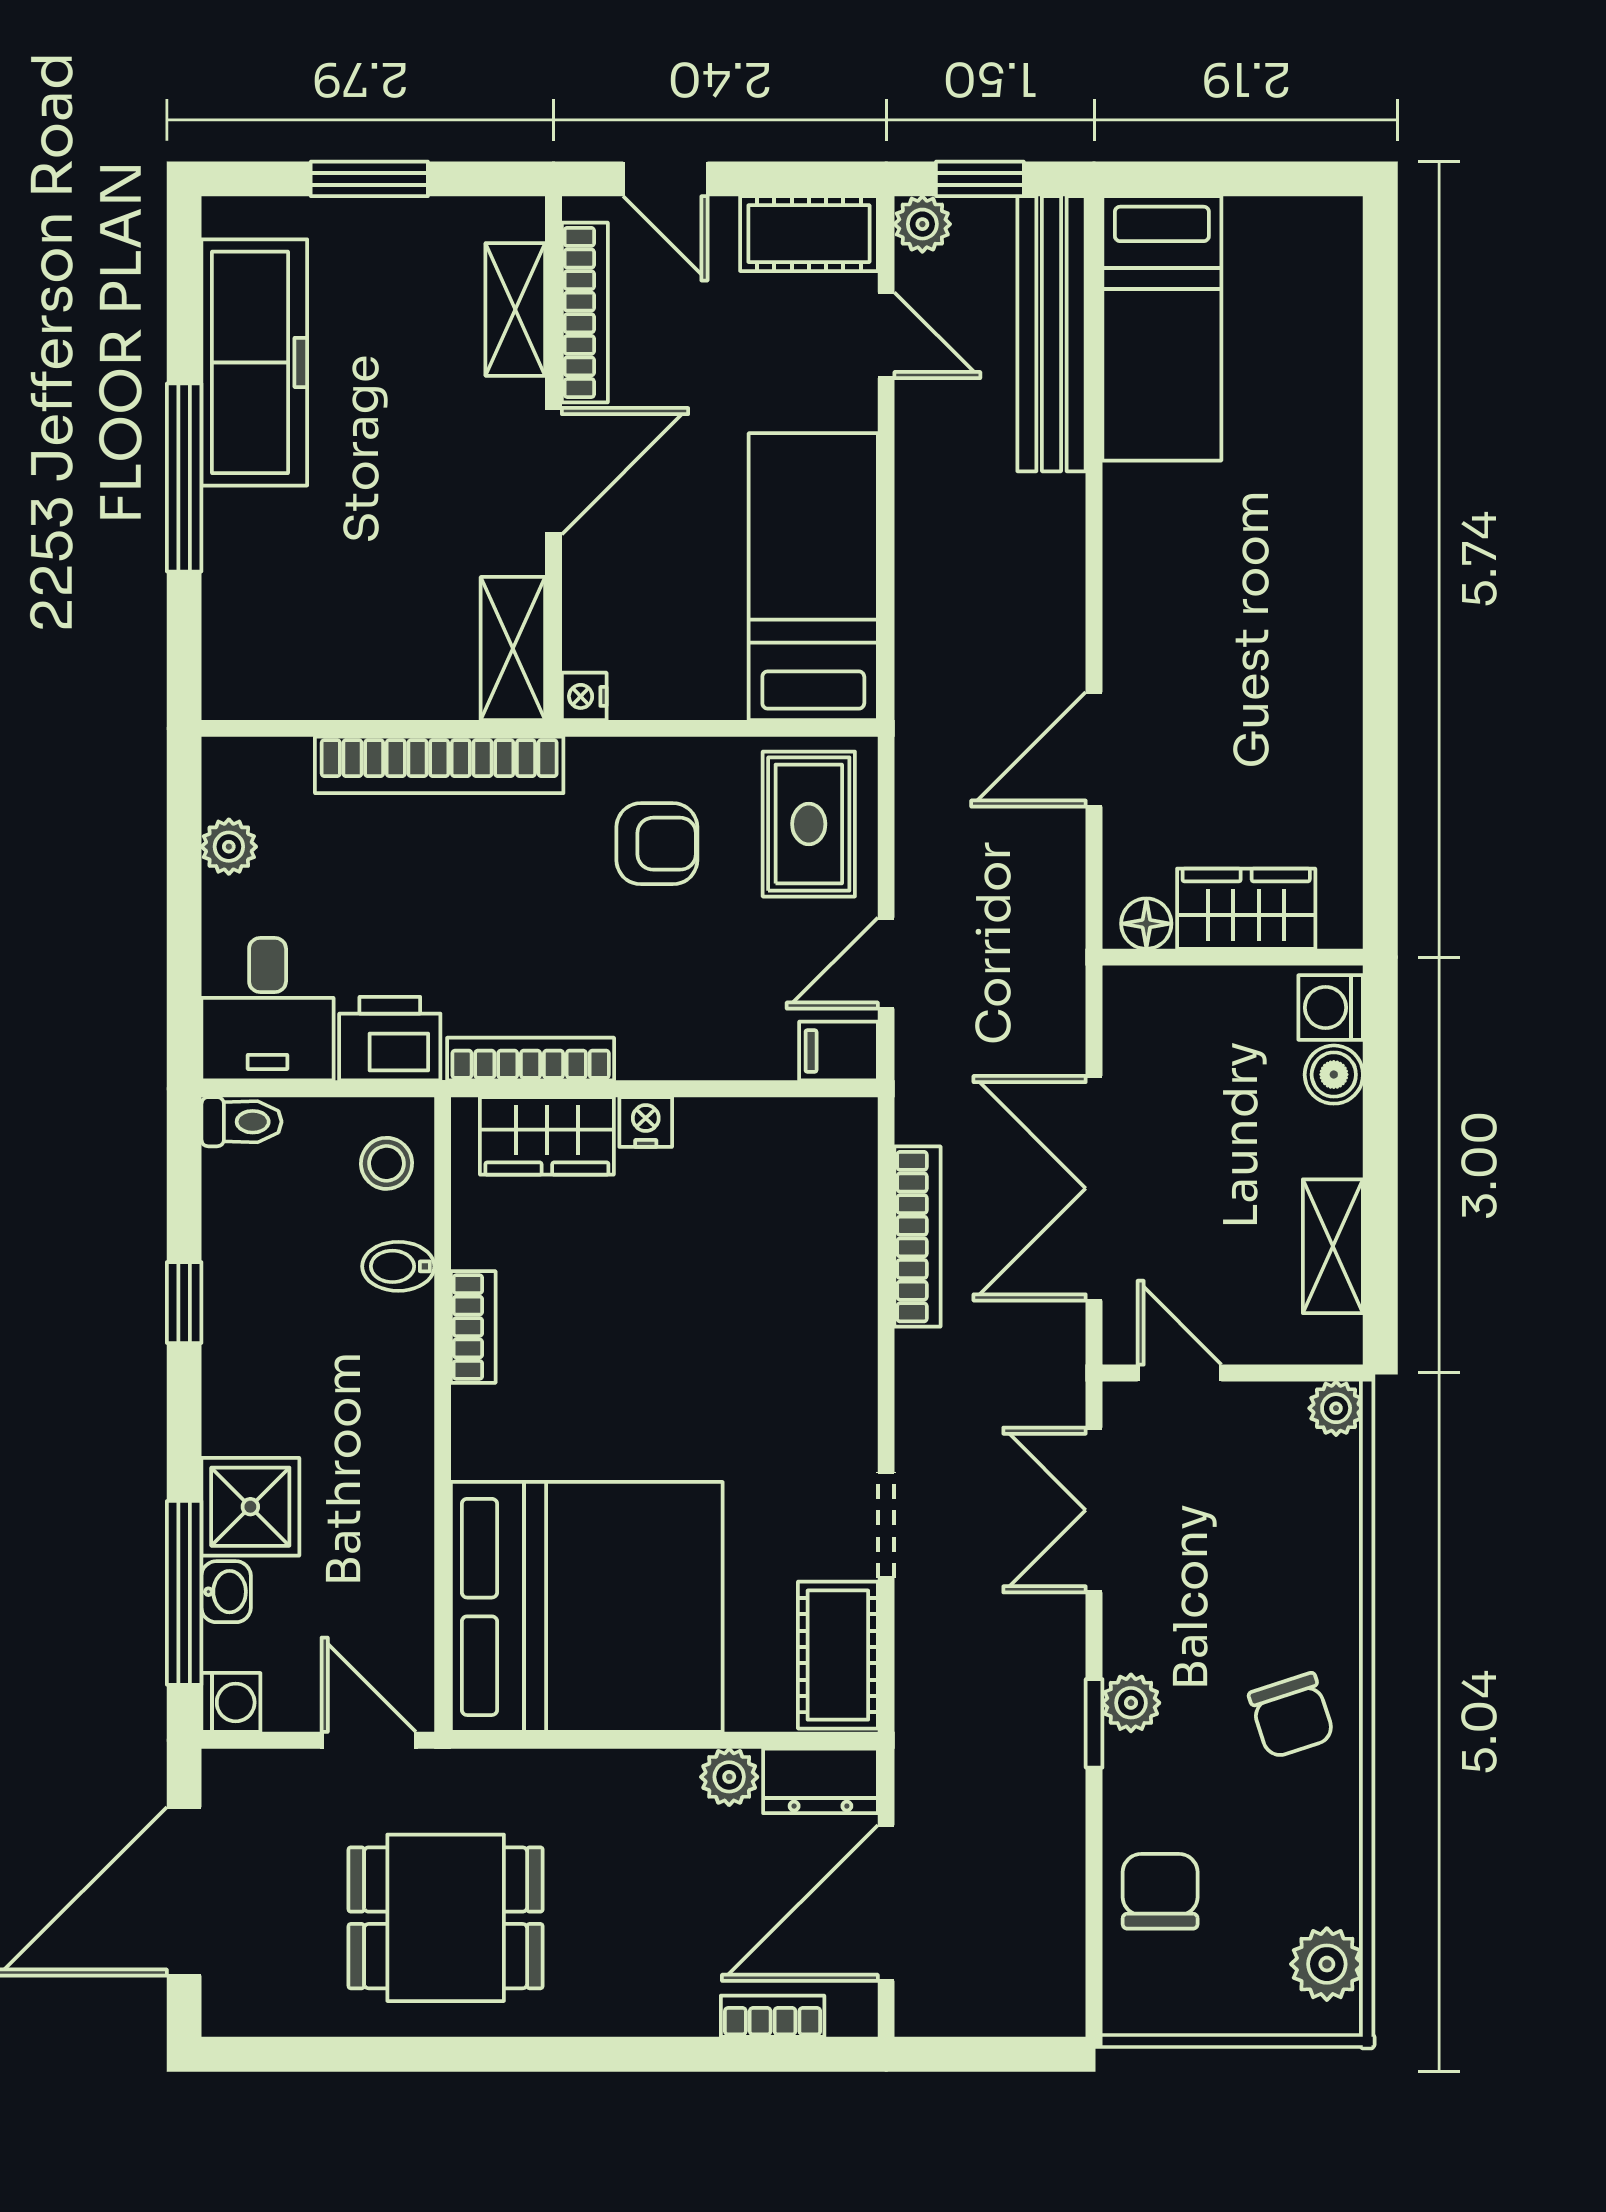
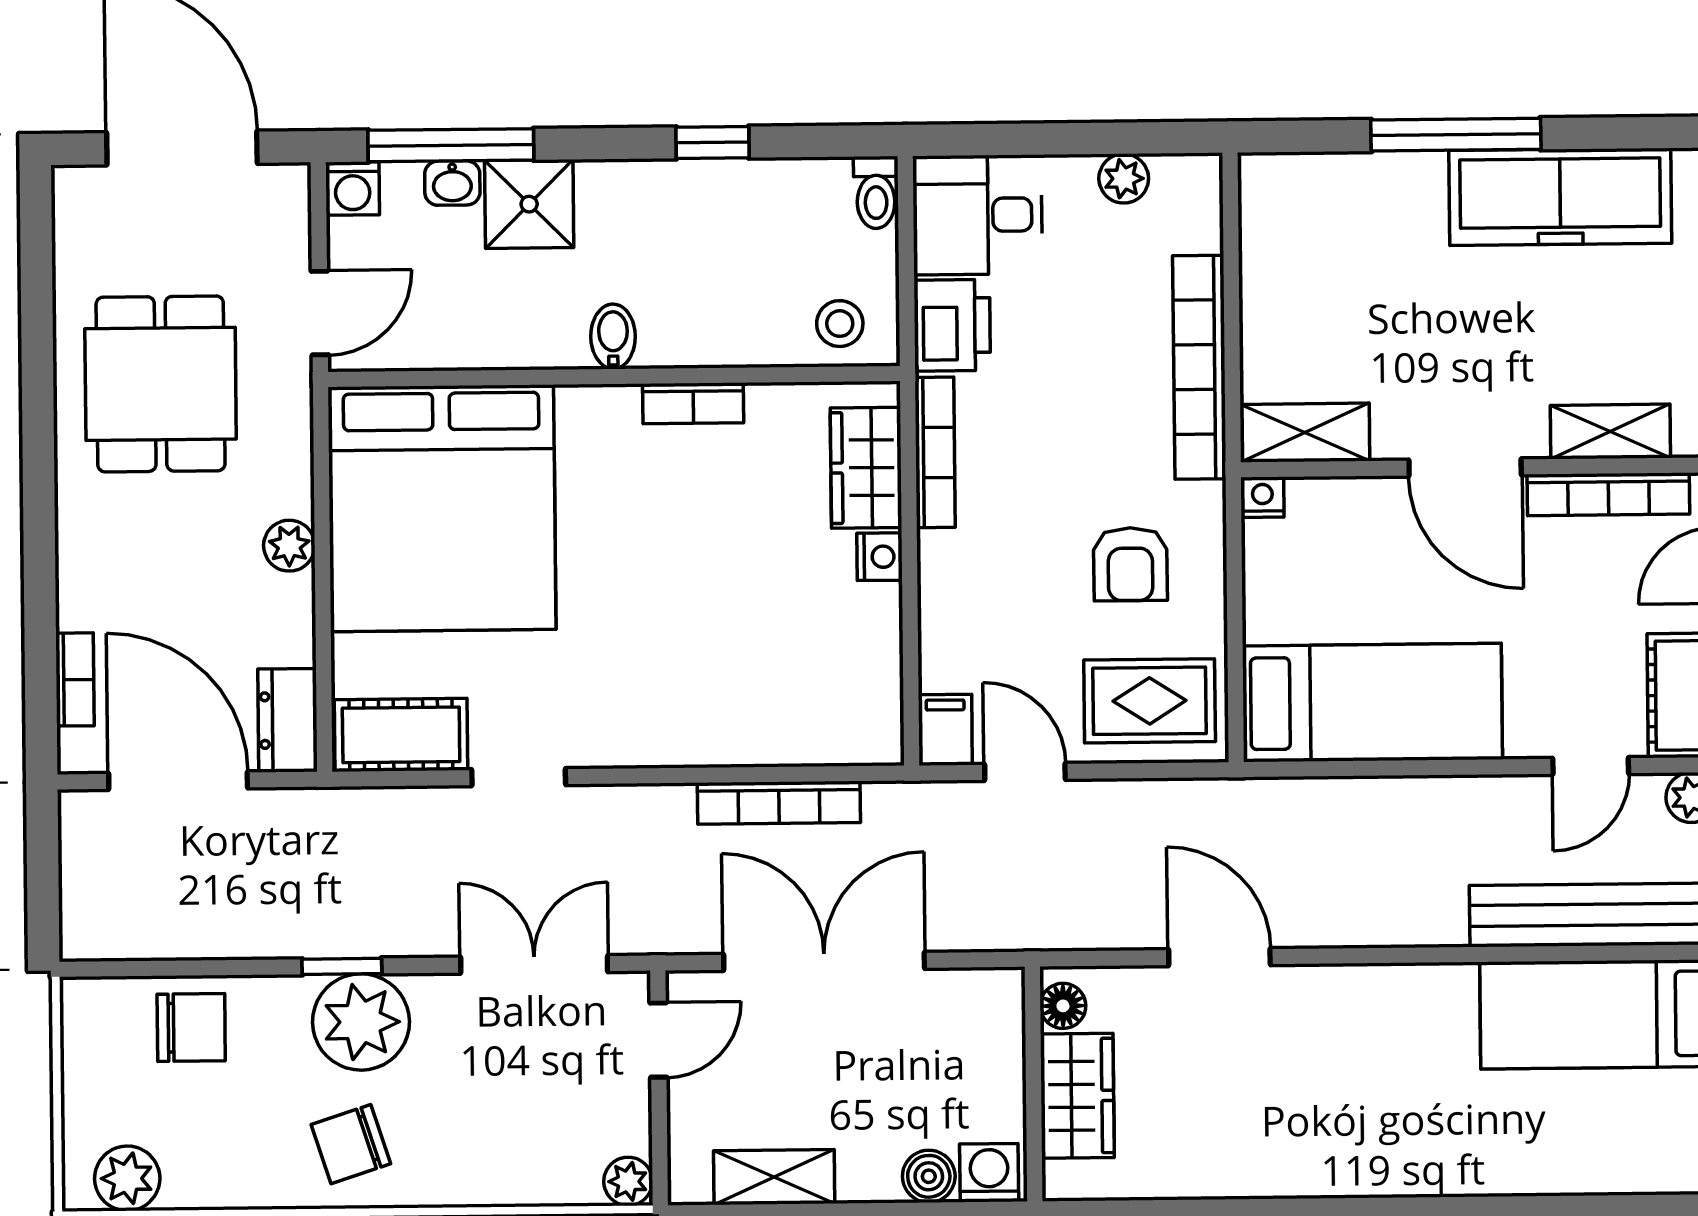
bidet: (398, 1266) -> (613, 336), moved
plant: (1131, 1703) -> (361, 1022), width x1.87, depth x1.87
plant: (729, 1777) -> (289, 546), moved

